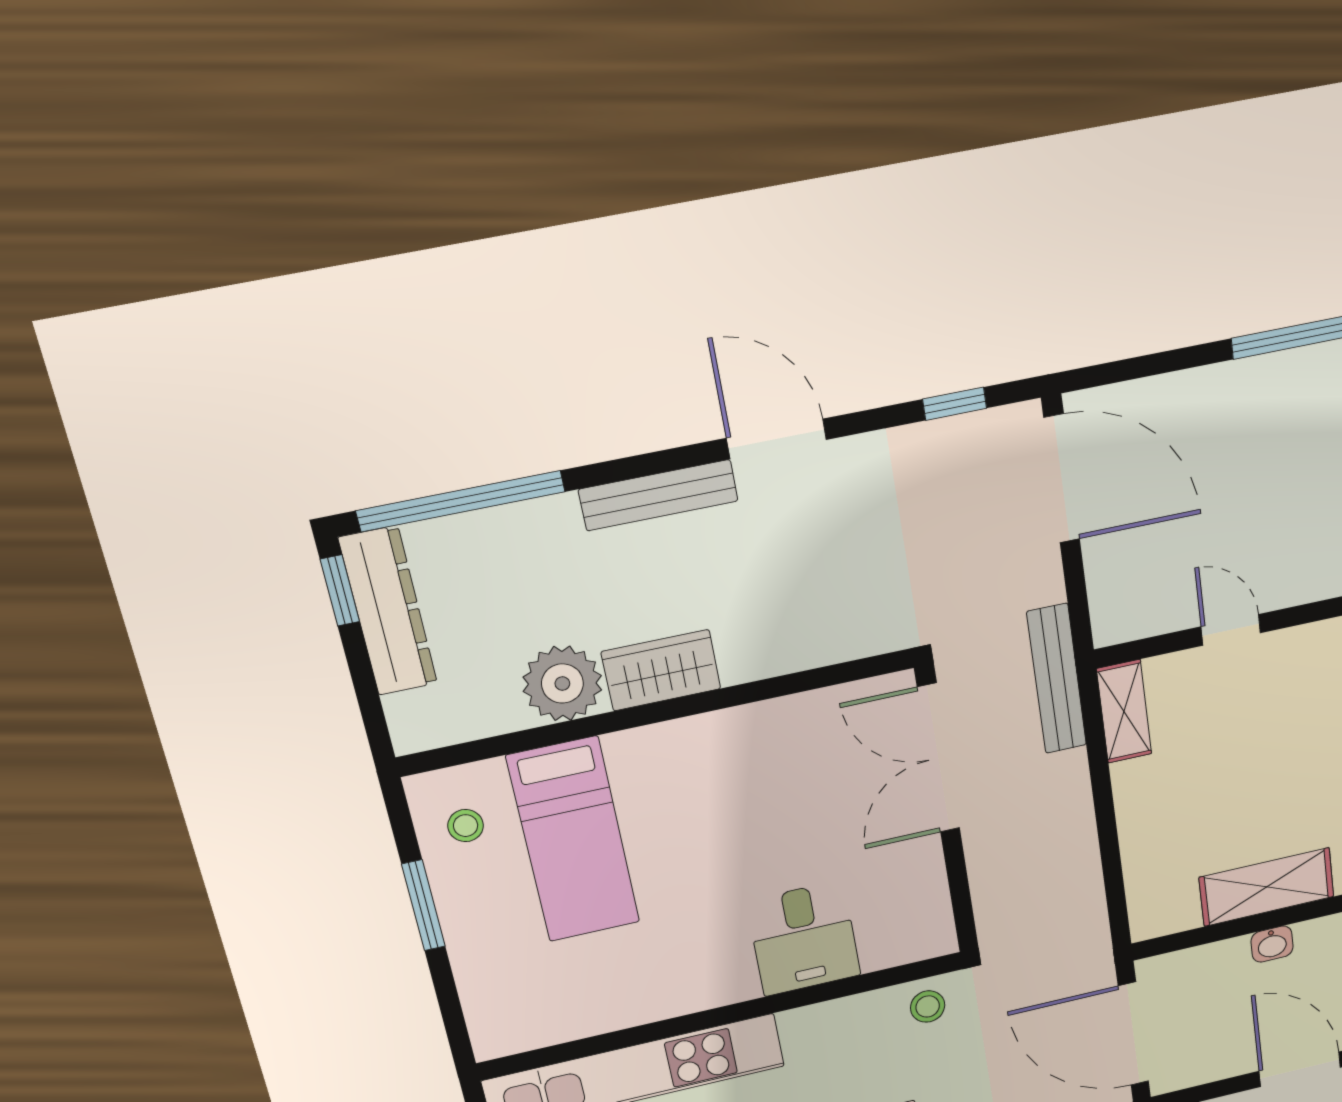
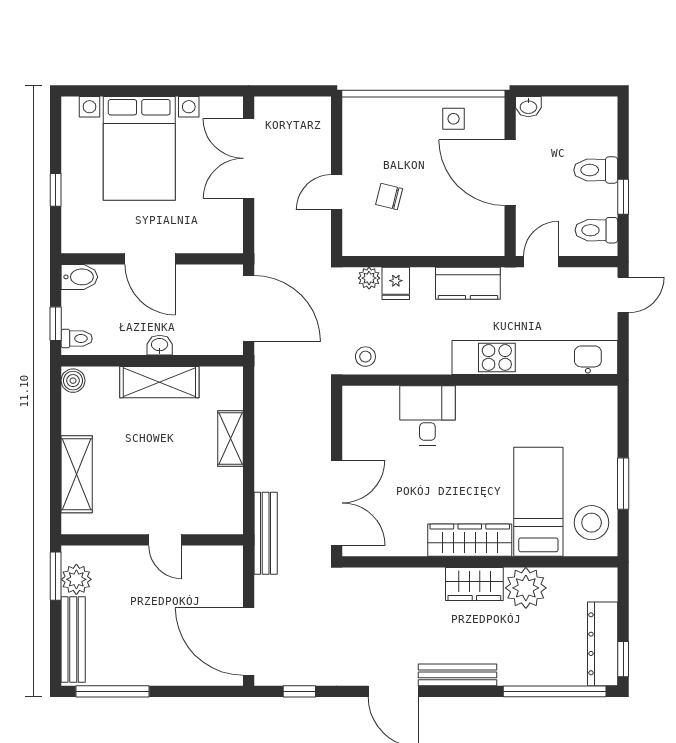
shelving: (1124, 711) -> (230, 438), moved
wardrobe: (686, 746) -> (470, 540), added
stool: (466, 826) -> (592, 523), width x1.89, depth x1.89

